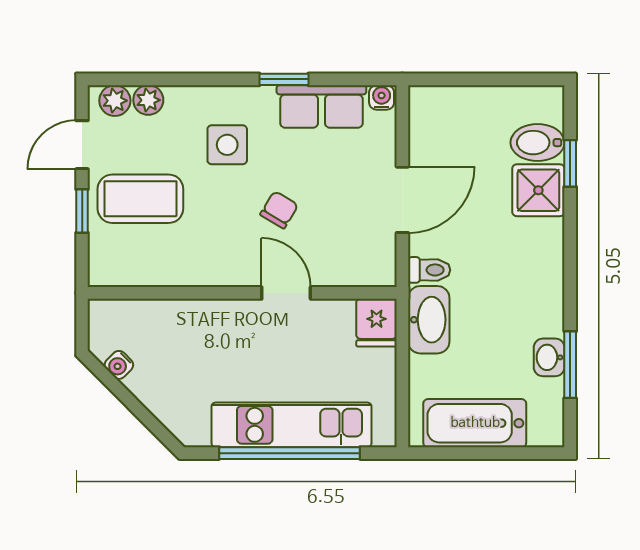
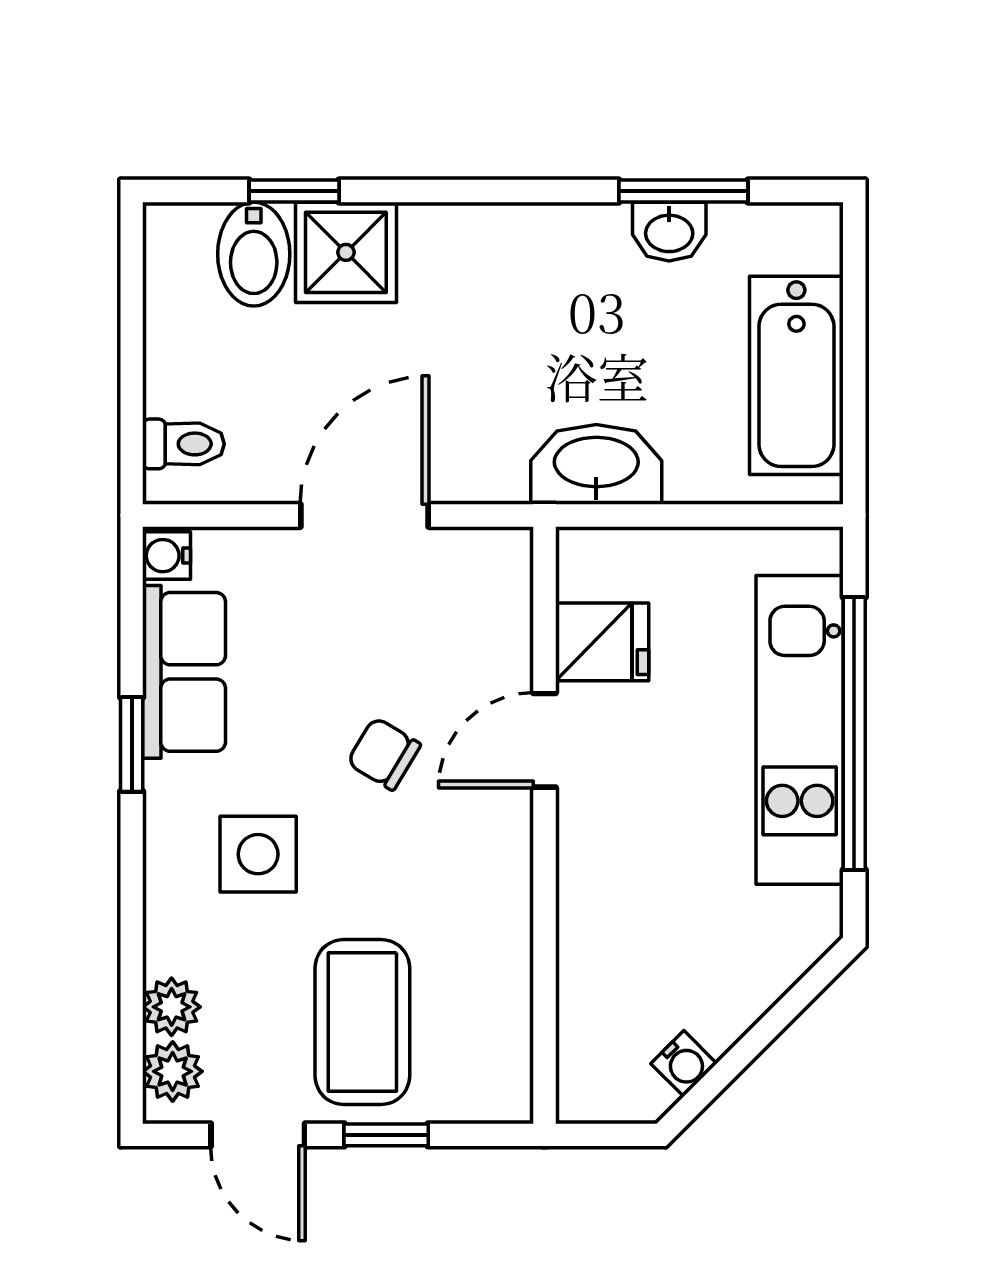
door: (402, 200) -> (364, 515), hinge flipped
toilet: (429, 270) -> (183, 444), moved, turned 90
fridge: (376, 323) -> (602, 642), moved

